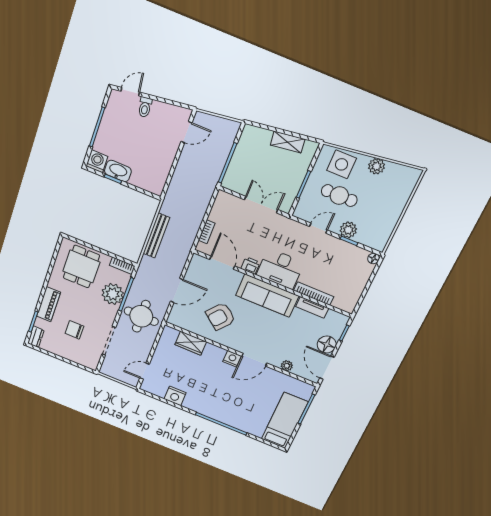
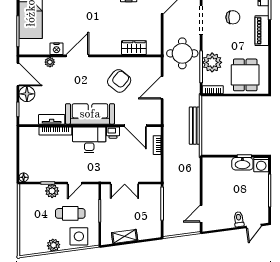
nightstand: (232, 359) -> (57, 49), moved

